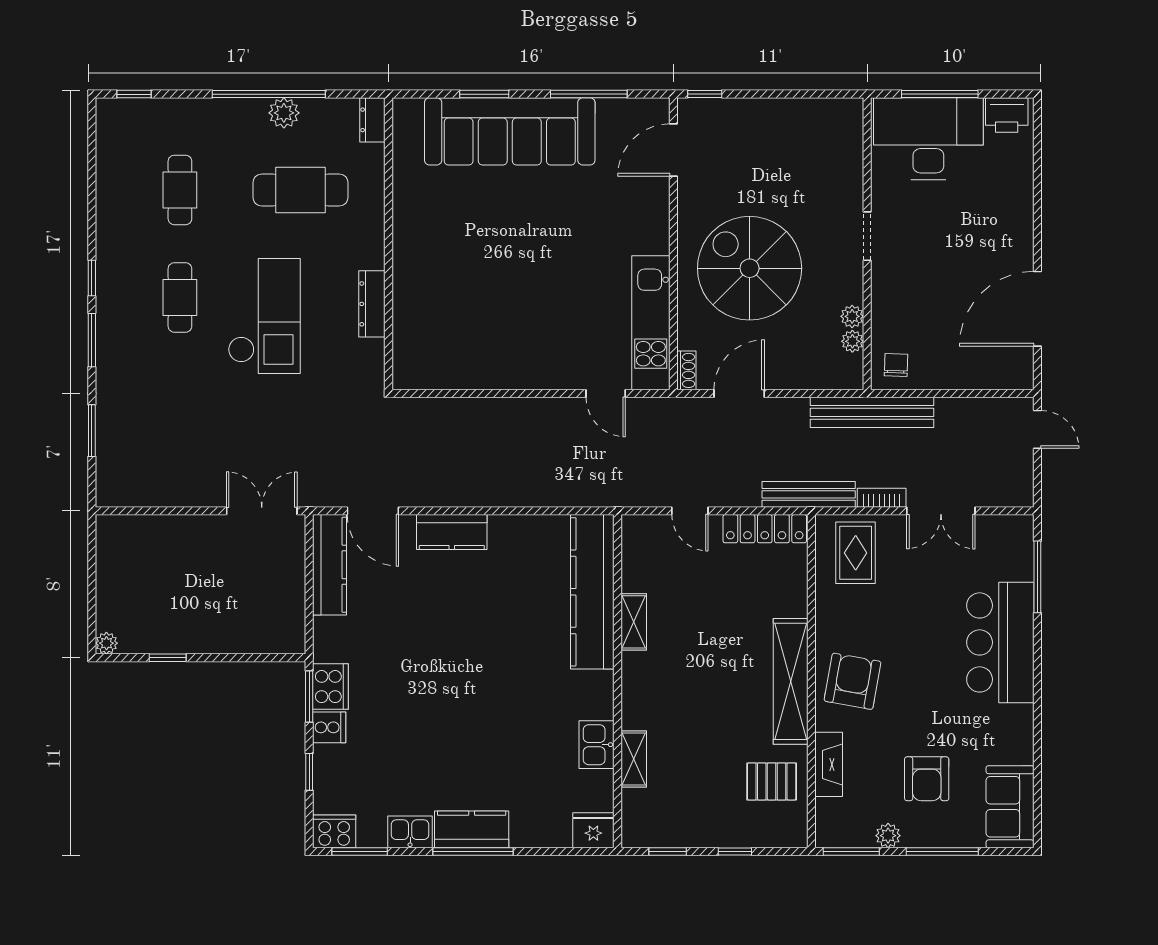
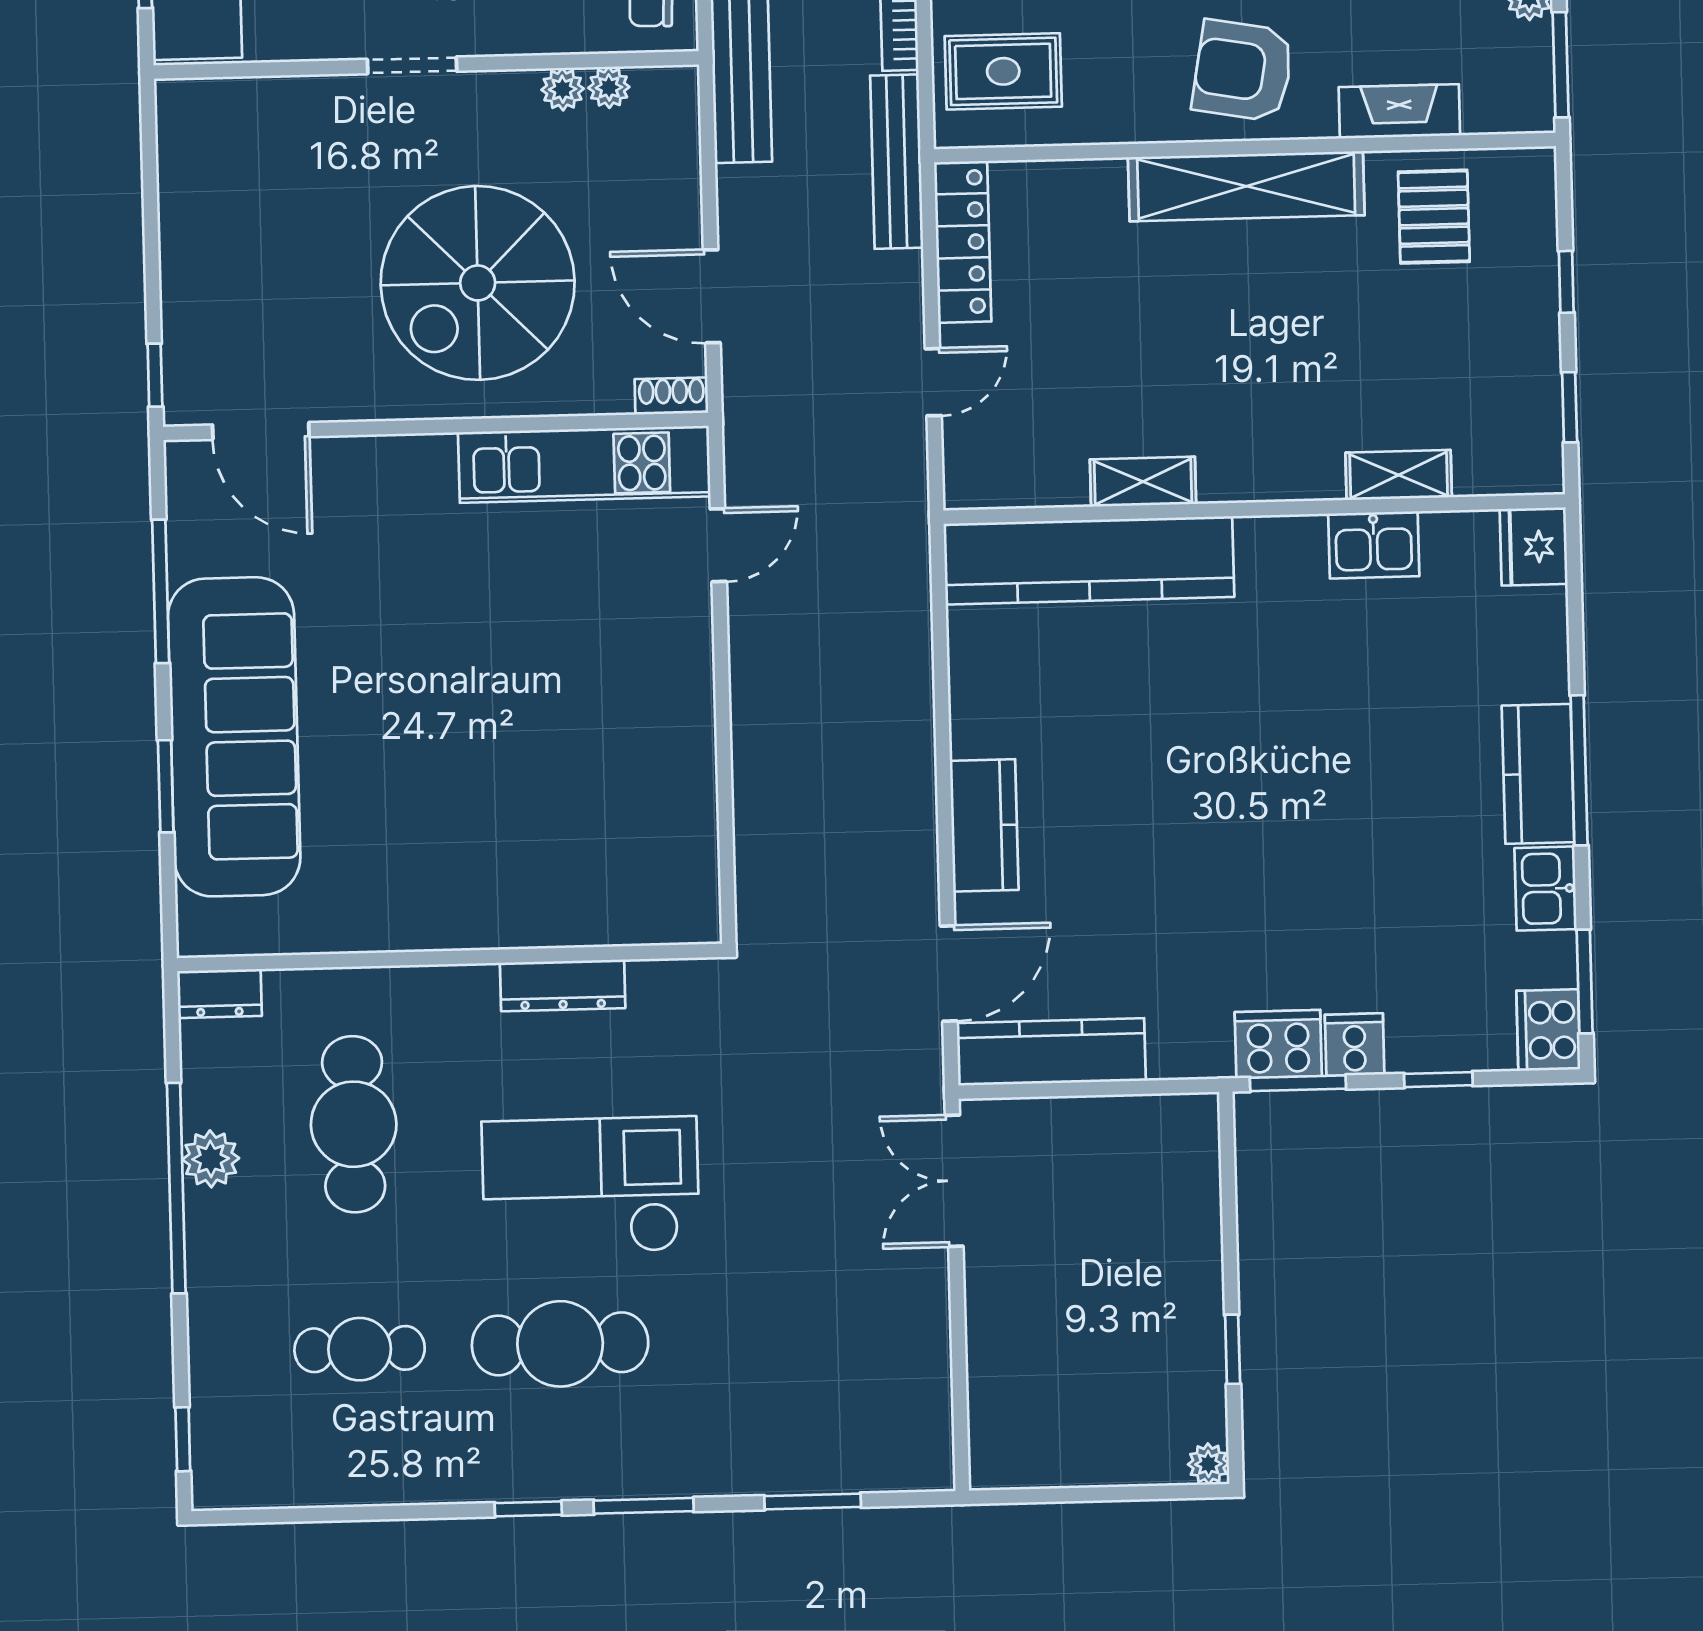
cafe table: (180, 297) -> (560, 1344), width x1.37, depth x1.35

